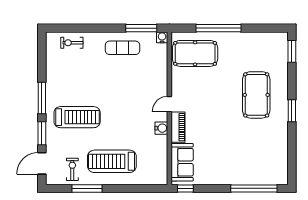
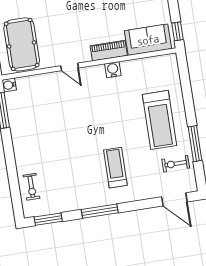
exercise mat: (123, 48) -> (28, 128), removed
door: (169, 104) -> (70, 67), moved
treadmill: (77, 117) -> (115, 168), width x0.73, depth x0.73
window: (42, 133) -> (48, 219), moved

